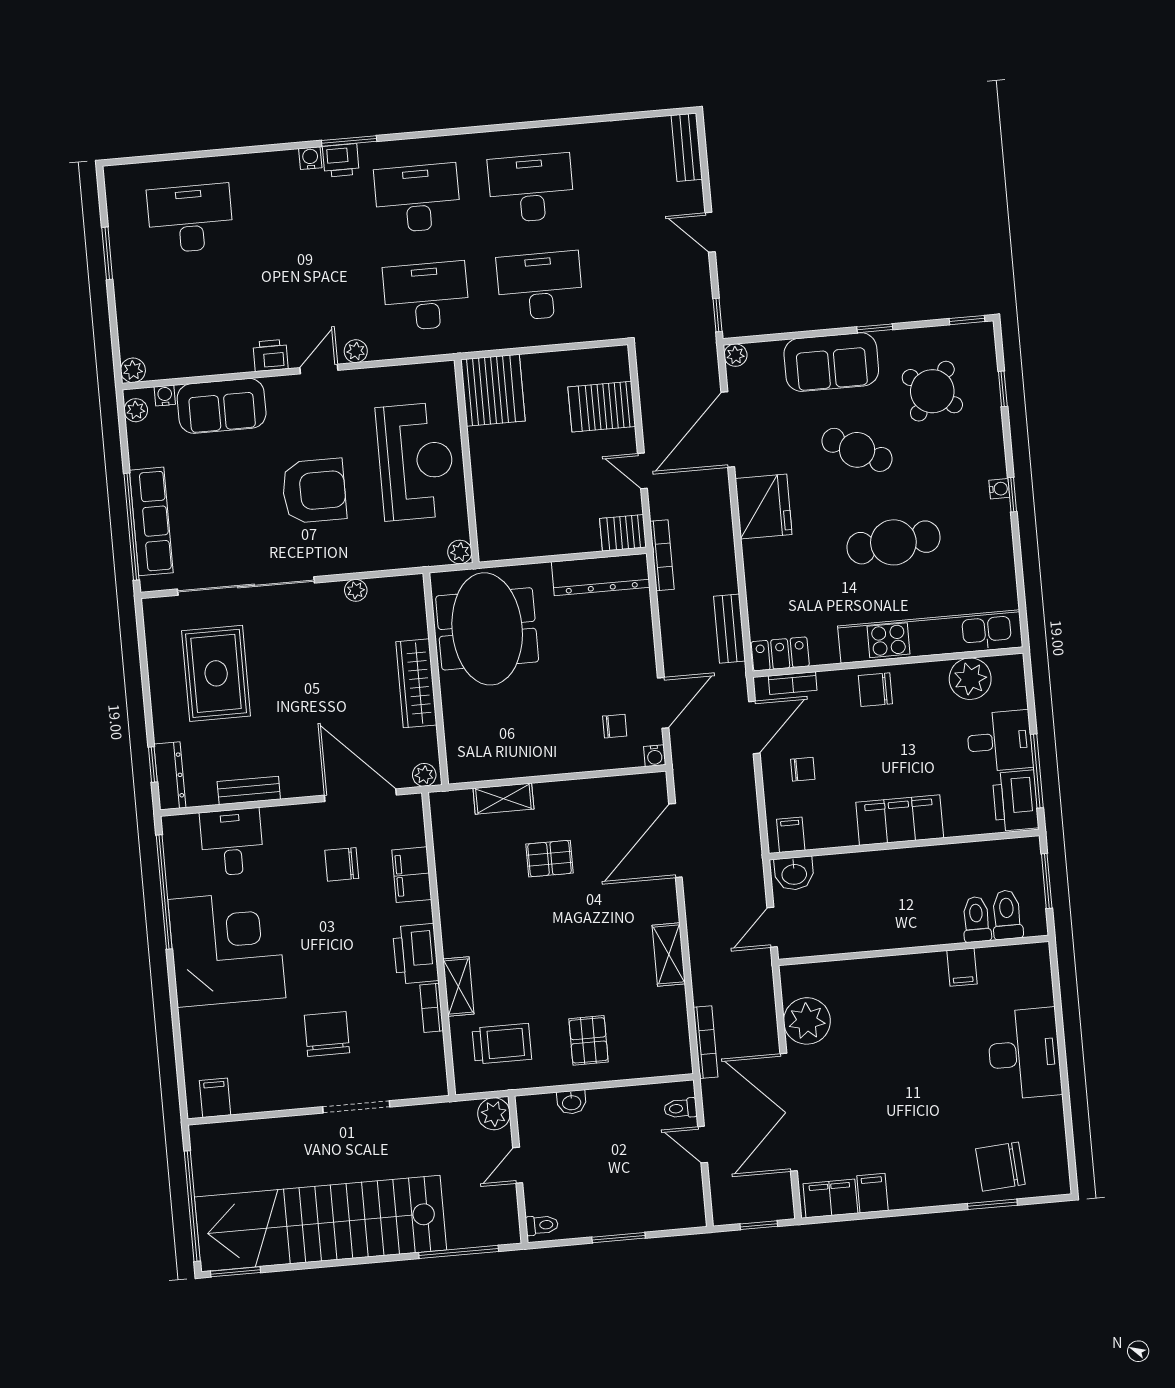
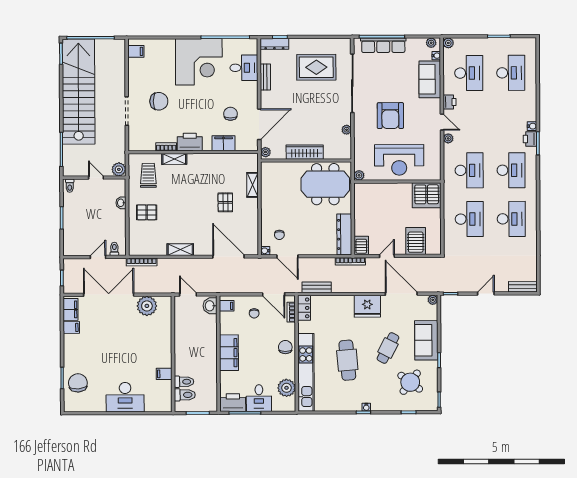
desk: (199, 316) -> (469, 73), added
trolley: (502, 1044) -> (148, 175), turned 180

